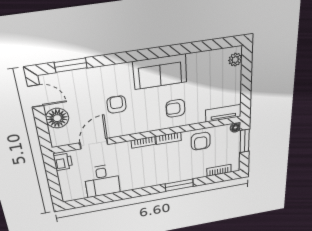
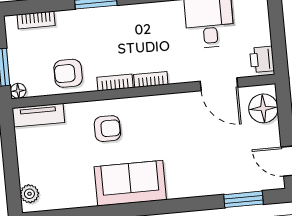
armchair: (117, 104) -> (187, 141), removed
floor lamp: (57, 118) -> (263, 108), moved
armchair: (201, 141) -> (68, 73), turned -90
door: (94, 144) -> (219, 84), hinge flipped

